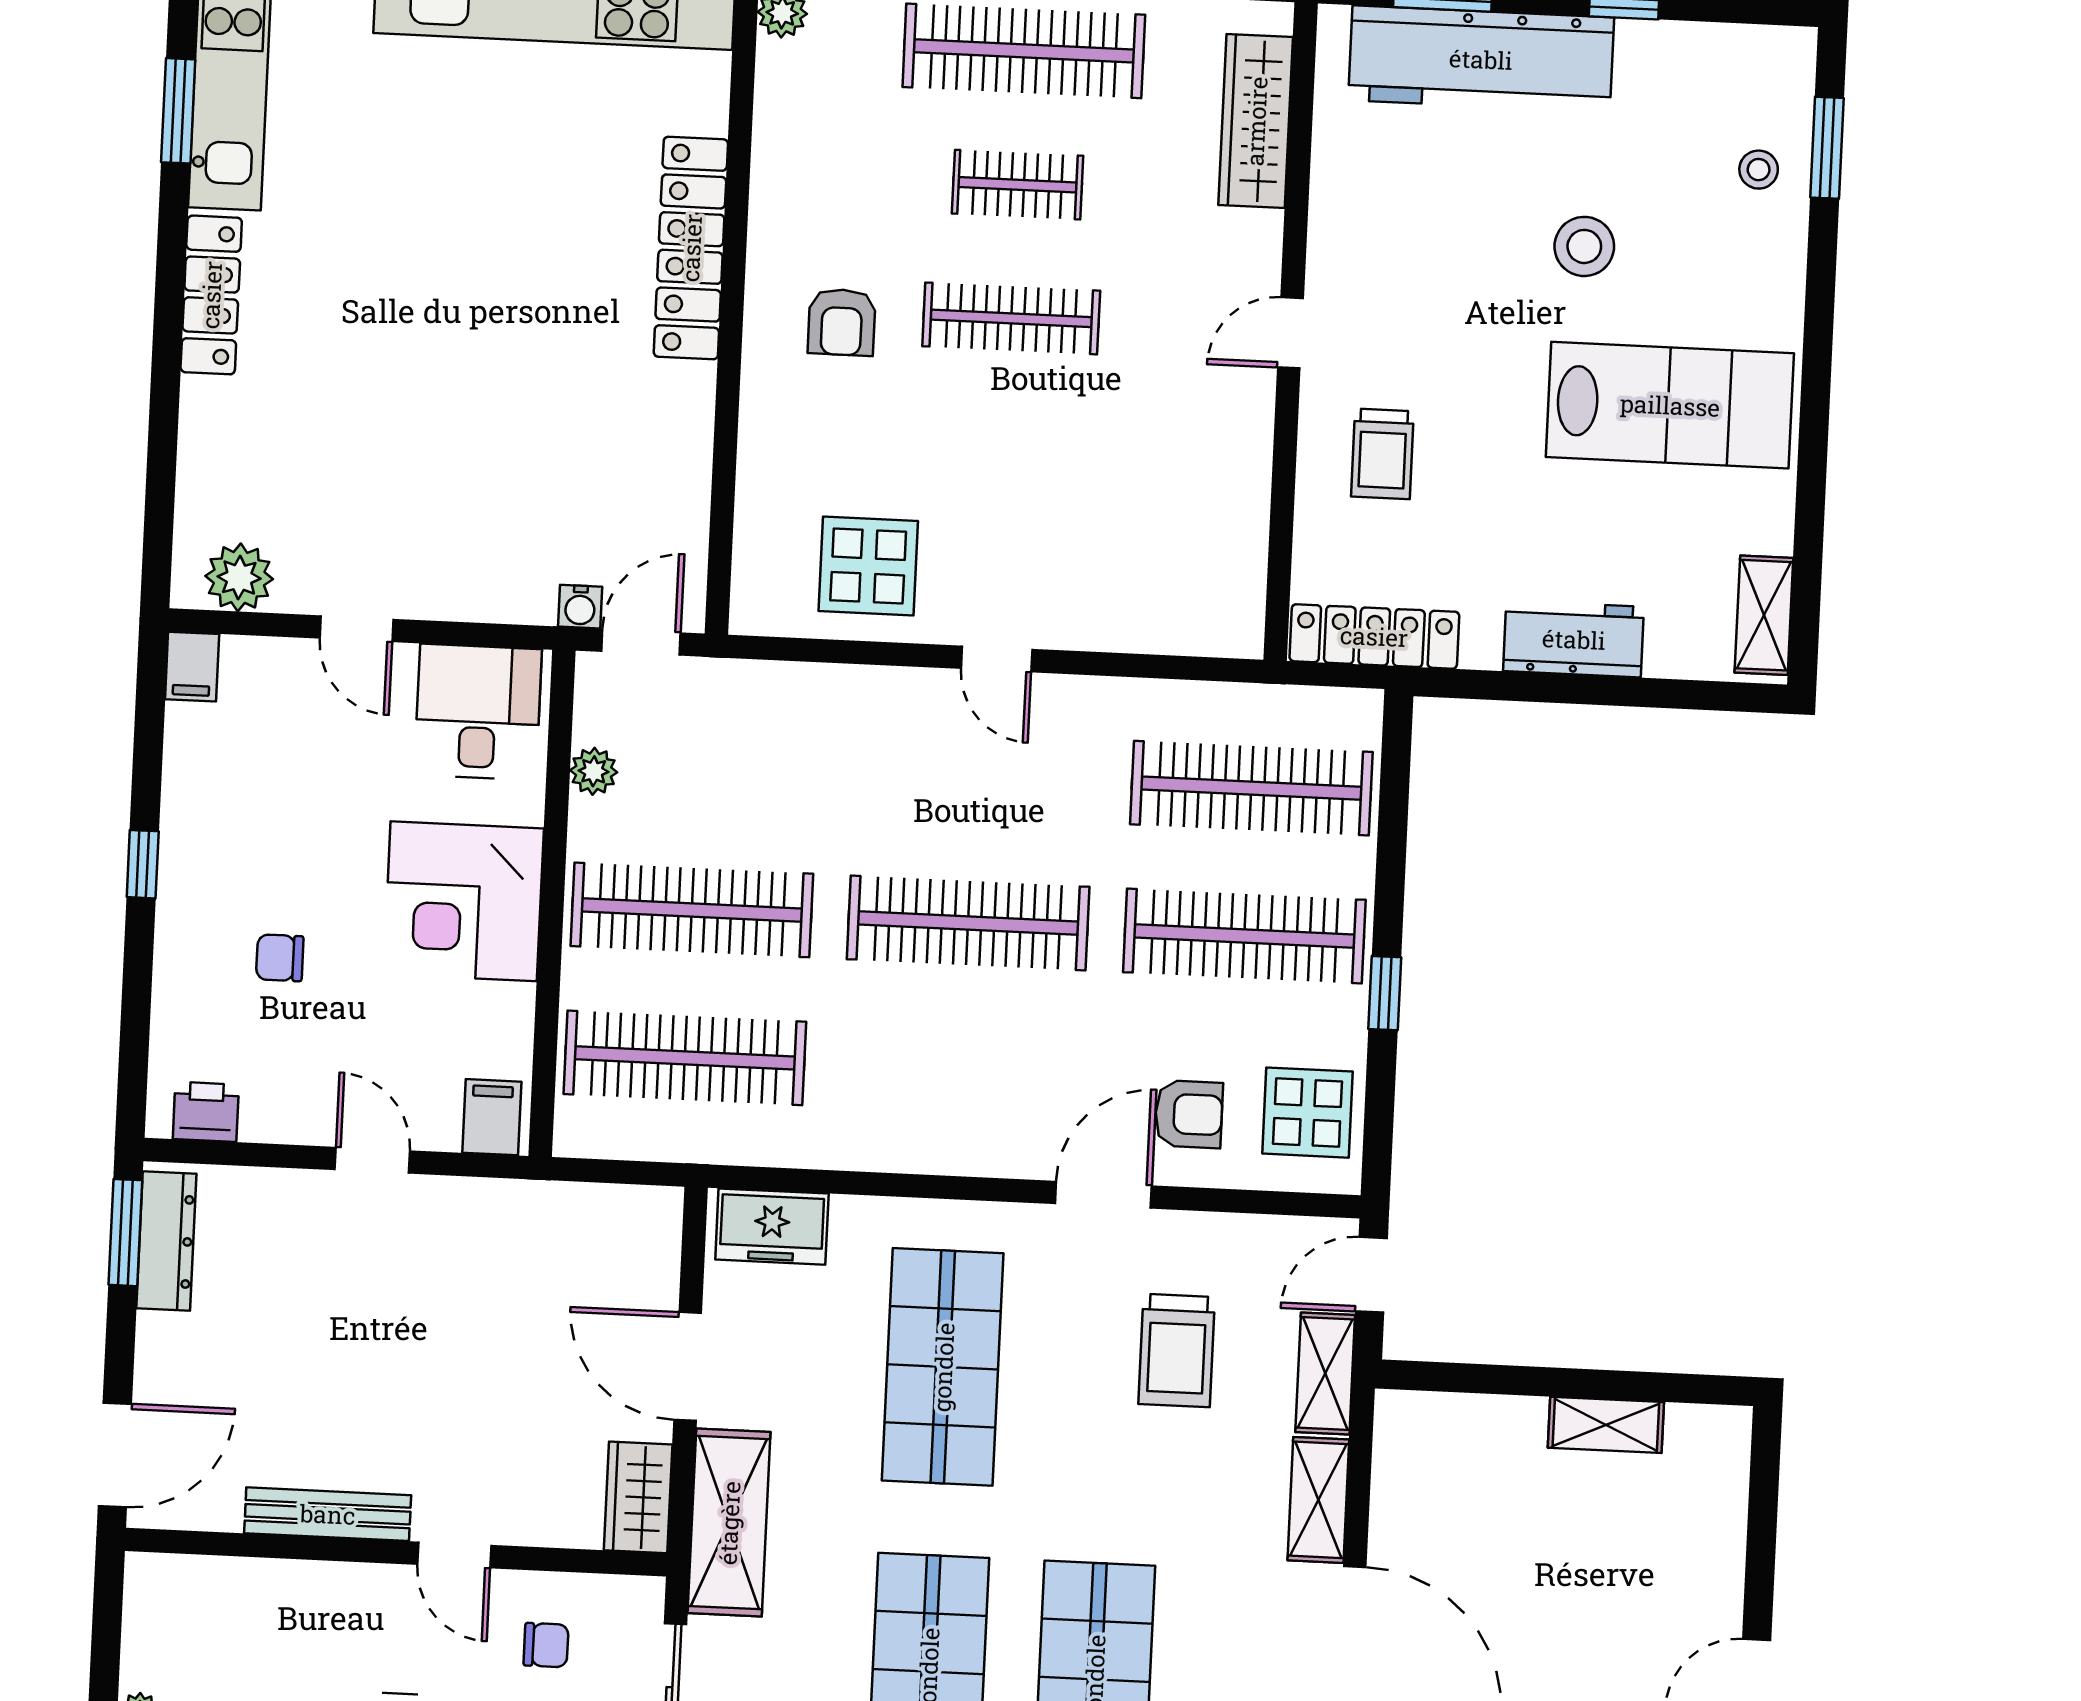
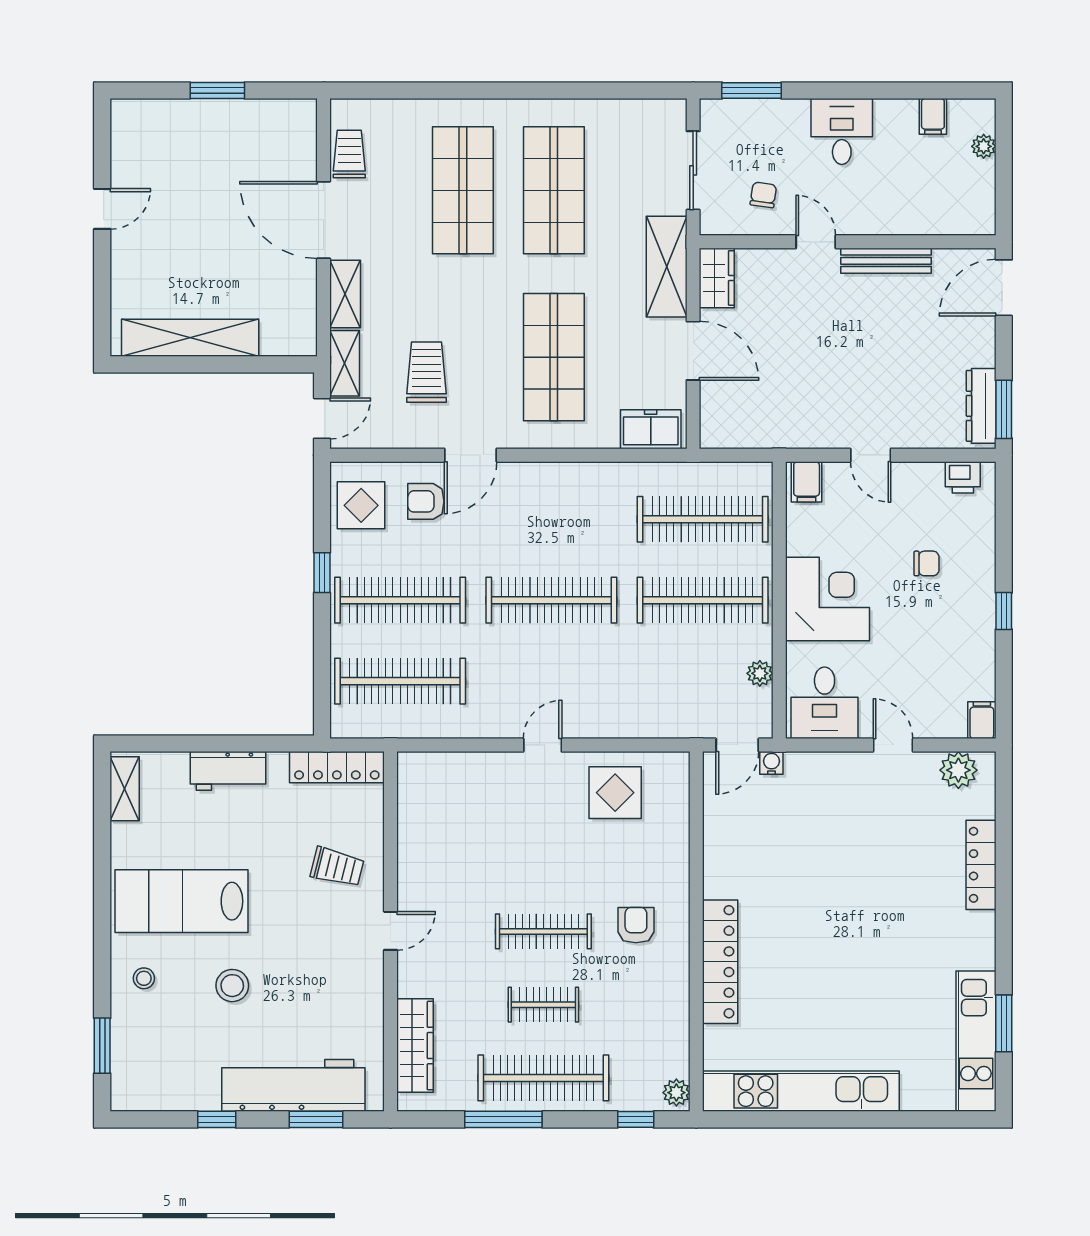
stool: (1759, 170) -> (144, 978), moved
locker: (211, 295) -> (981, 865), moved
trolley: (1382, 454) -> (337, 867), turned 104
door: (997, 659) -> (543, 745), hinge flipped
shelving: (1606, 1425) -> (190, 338), width x2.20, depth x1.33
chair: (546, 1645) -> (763, 195), turned 98

